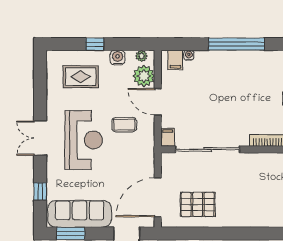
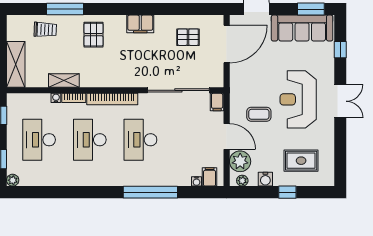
desk: (247, 98) -> (140, 140), added
pallet: (198, 204) -> (188, 37), width x0.67, depth x0.71
filing cabinet: (247, 218) -> (140, 24), added

